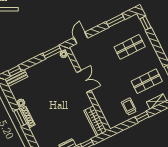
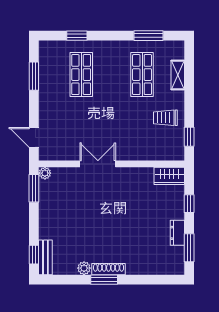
window: (145, 23) -> (77, 36), moved
window: (142, 117) -> (189, 137), moved
wardrobe: (95, 121) -> (169, 176), width x0.67

